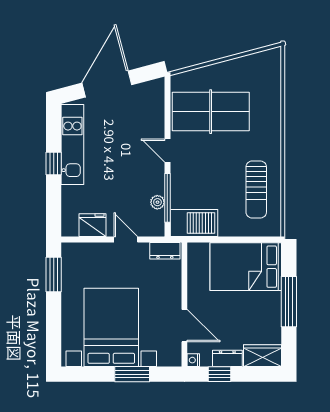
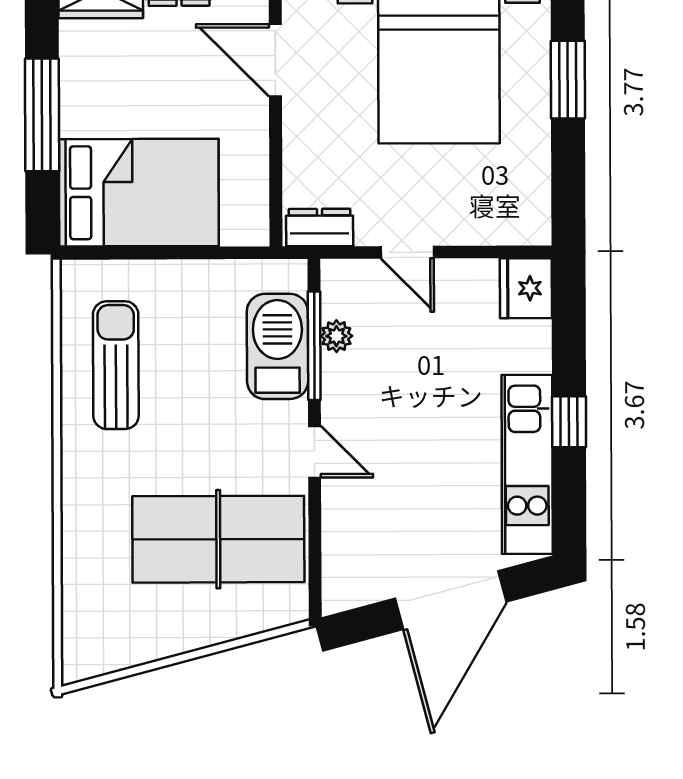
barbecue: (194, 223) -> (277, 346), moved, turned 90
fridge: (92, 225) -> (526, 288), moved, turned 90
window: (54, 274) -> (568, 80), moved

